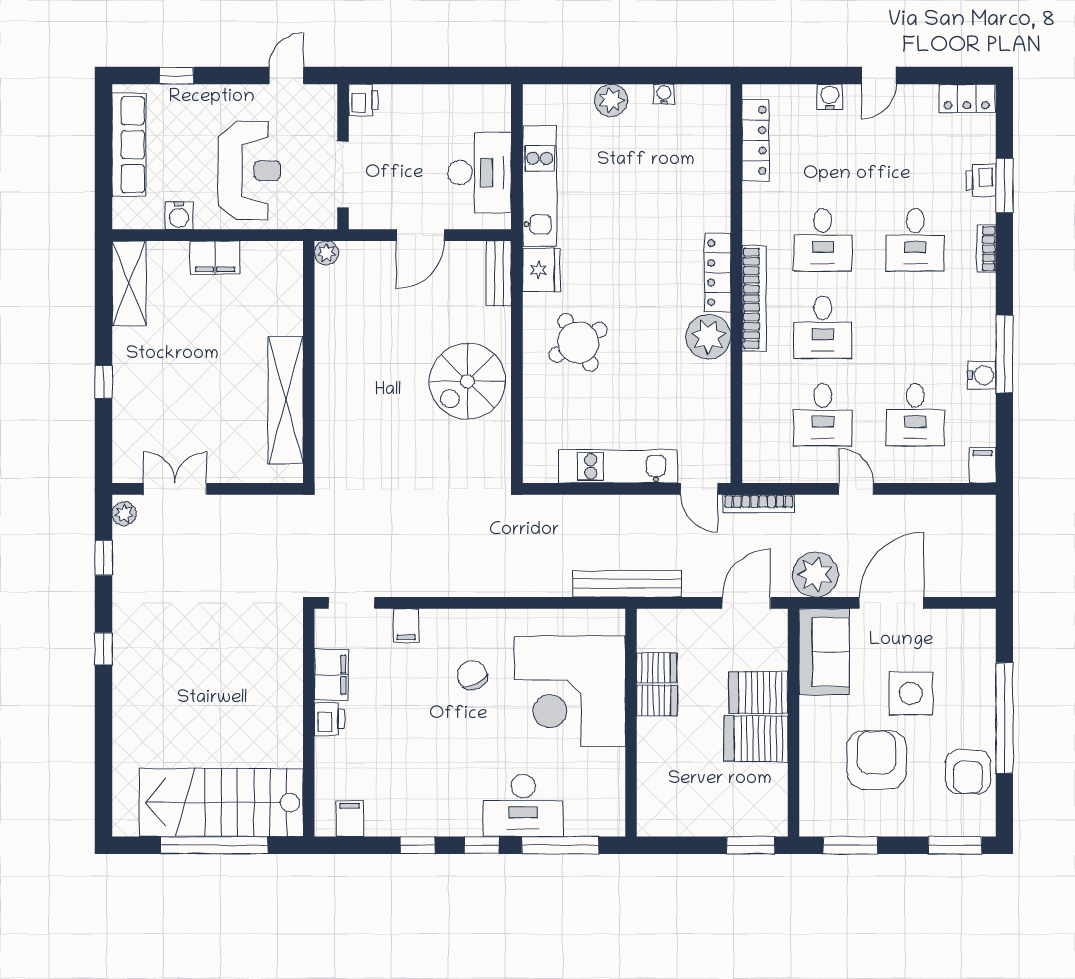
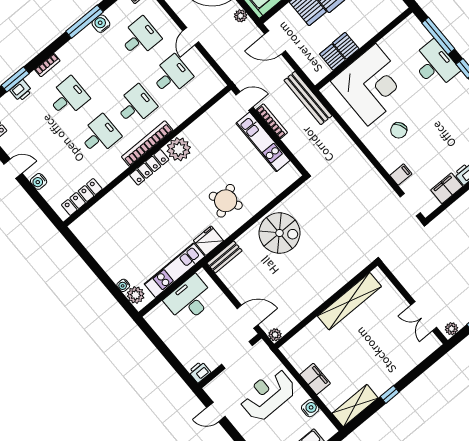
water cooler: (664, 94) -> (123, 285), moved
plant: (611, 100) -> (136, 295), moved
door: (420, 235) -> (248, 317), moved
window: (104, 382) -> (390, 394), moved
door: (699, 489) -> (244, 101), hinge flipped
bookcase: (759, 504) -> (272, 121), moved
plant: (815, 575) -> (241, 16), width x0.53, depth x0.53

